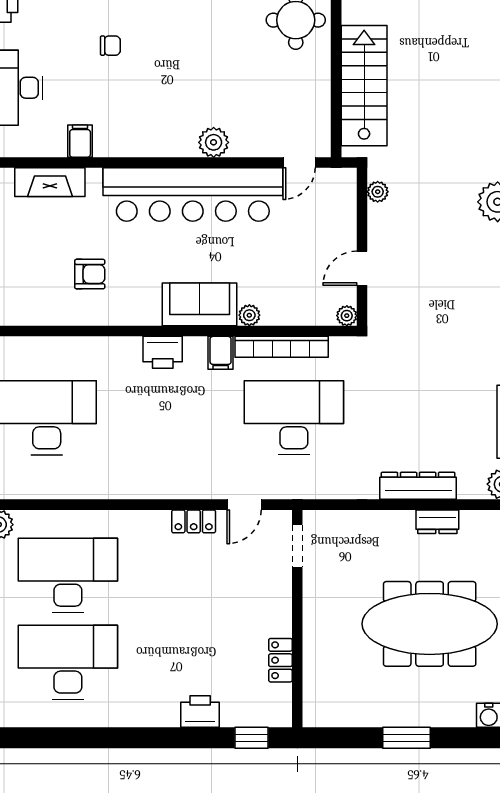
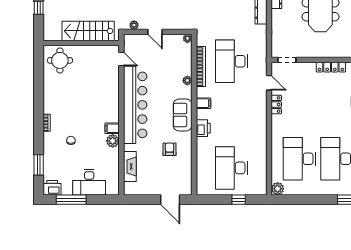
filing cabinet: (80, 141) -> (112, 128), moved
plant: (214, 142) -> (113, 141), moved
door: (362, 268) -> (155, 32), moved
sofa: (200, 304) -> (183, 115), moved
printer: (163, 352) -> (203, 128), moved
filing cabinet: (221, 353) -> (203, 103), moved
locker: (280, 660) -> (331, 67), width x1.53

